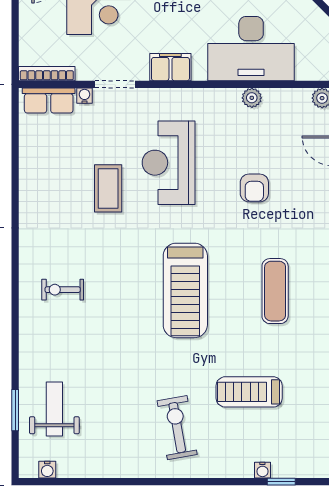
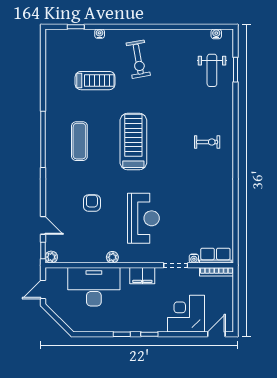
plant: (252, 98) -> (112, 257), moved
coffee table: (108, 188) -> (180, 203), removed
water cooler: (262, 470) -> (100, 34), moved

